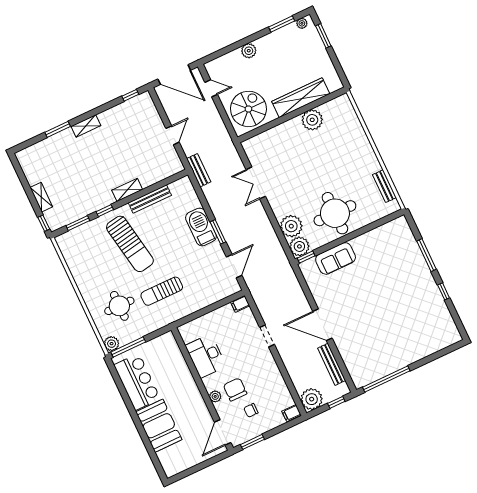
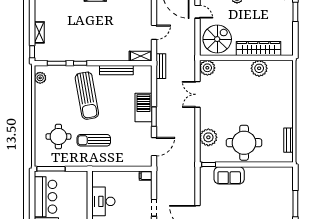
shelving: (127, 190) -> (141, 56), moved
plant: (299, 246) -> (207, 68), moved
plant: (112, 344) -> (40, 78), moved

